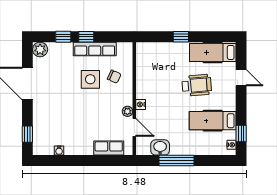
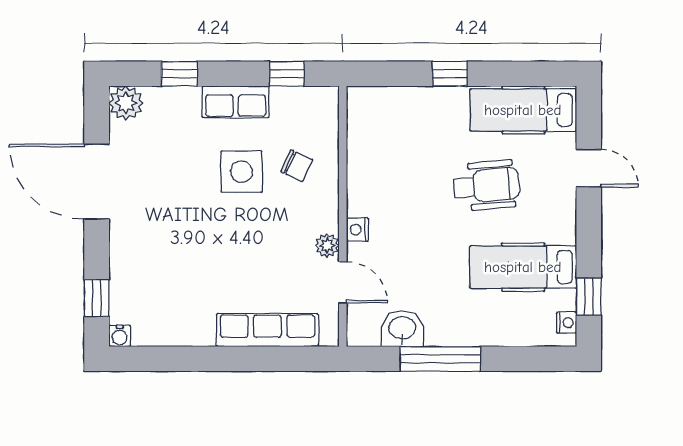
window: (86, 37) -> (287, 74), moved
row of seats: (95, 49) -> (236, 102), width x0.68
row of seats: (109, 148) -> (267, 330), width x1.48
water cooler: (59, 151) -> (120, 336), moved

